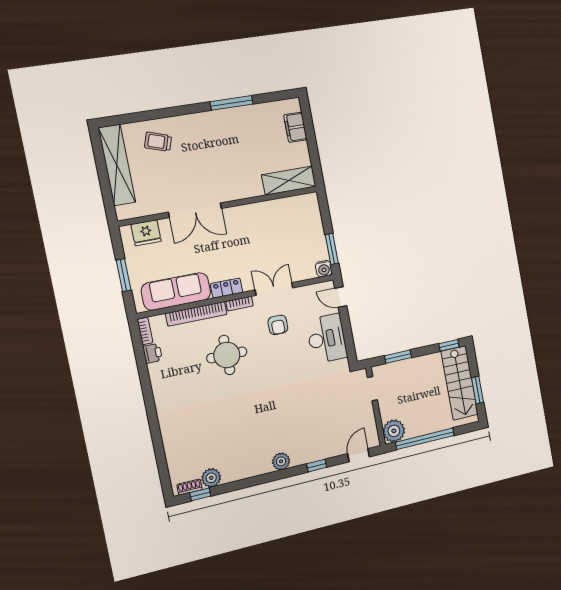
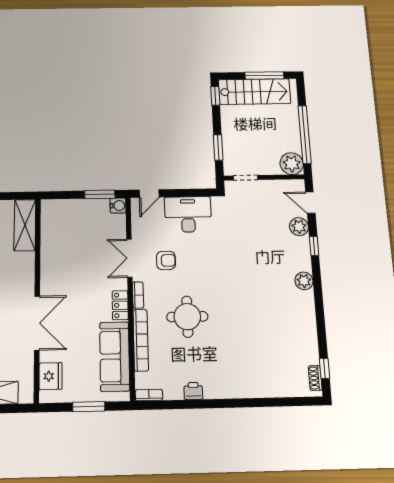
printer: (153, 353) -> (193, 391), moved
window: (477, 390) -> (264, 75), width x1.44
plant: (211, 478) -> (299, 227), moved

